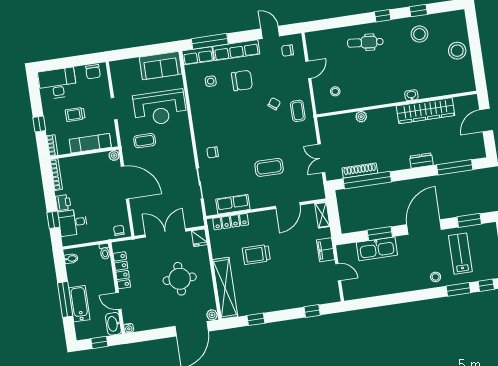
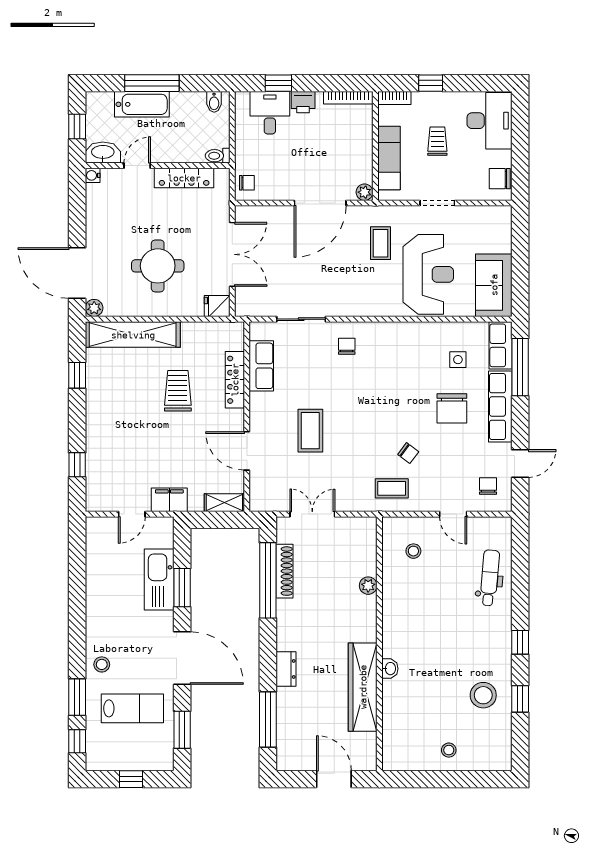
dental chair: (365, 42) -> (490, 578), moved
stool: (457, 51) -> (449, 750), width x0.53, depth x0.53
reception desk: (160, 108) -> (428, 274), turned 180
locker: (231, 222) -> (235, 380), moved

